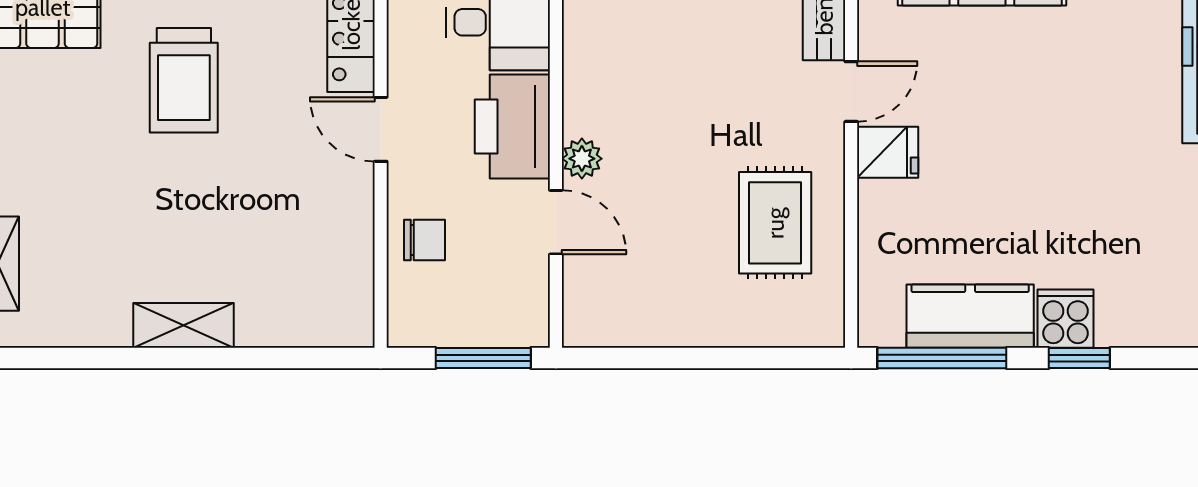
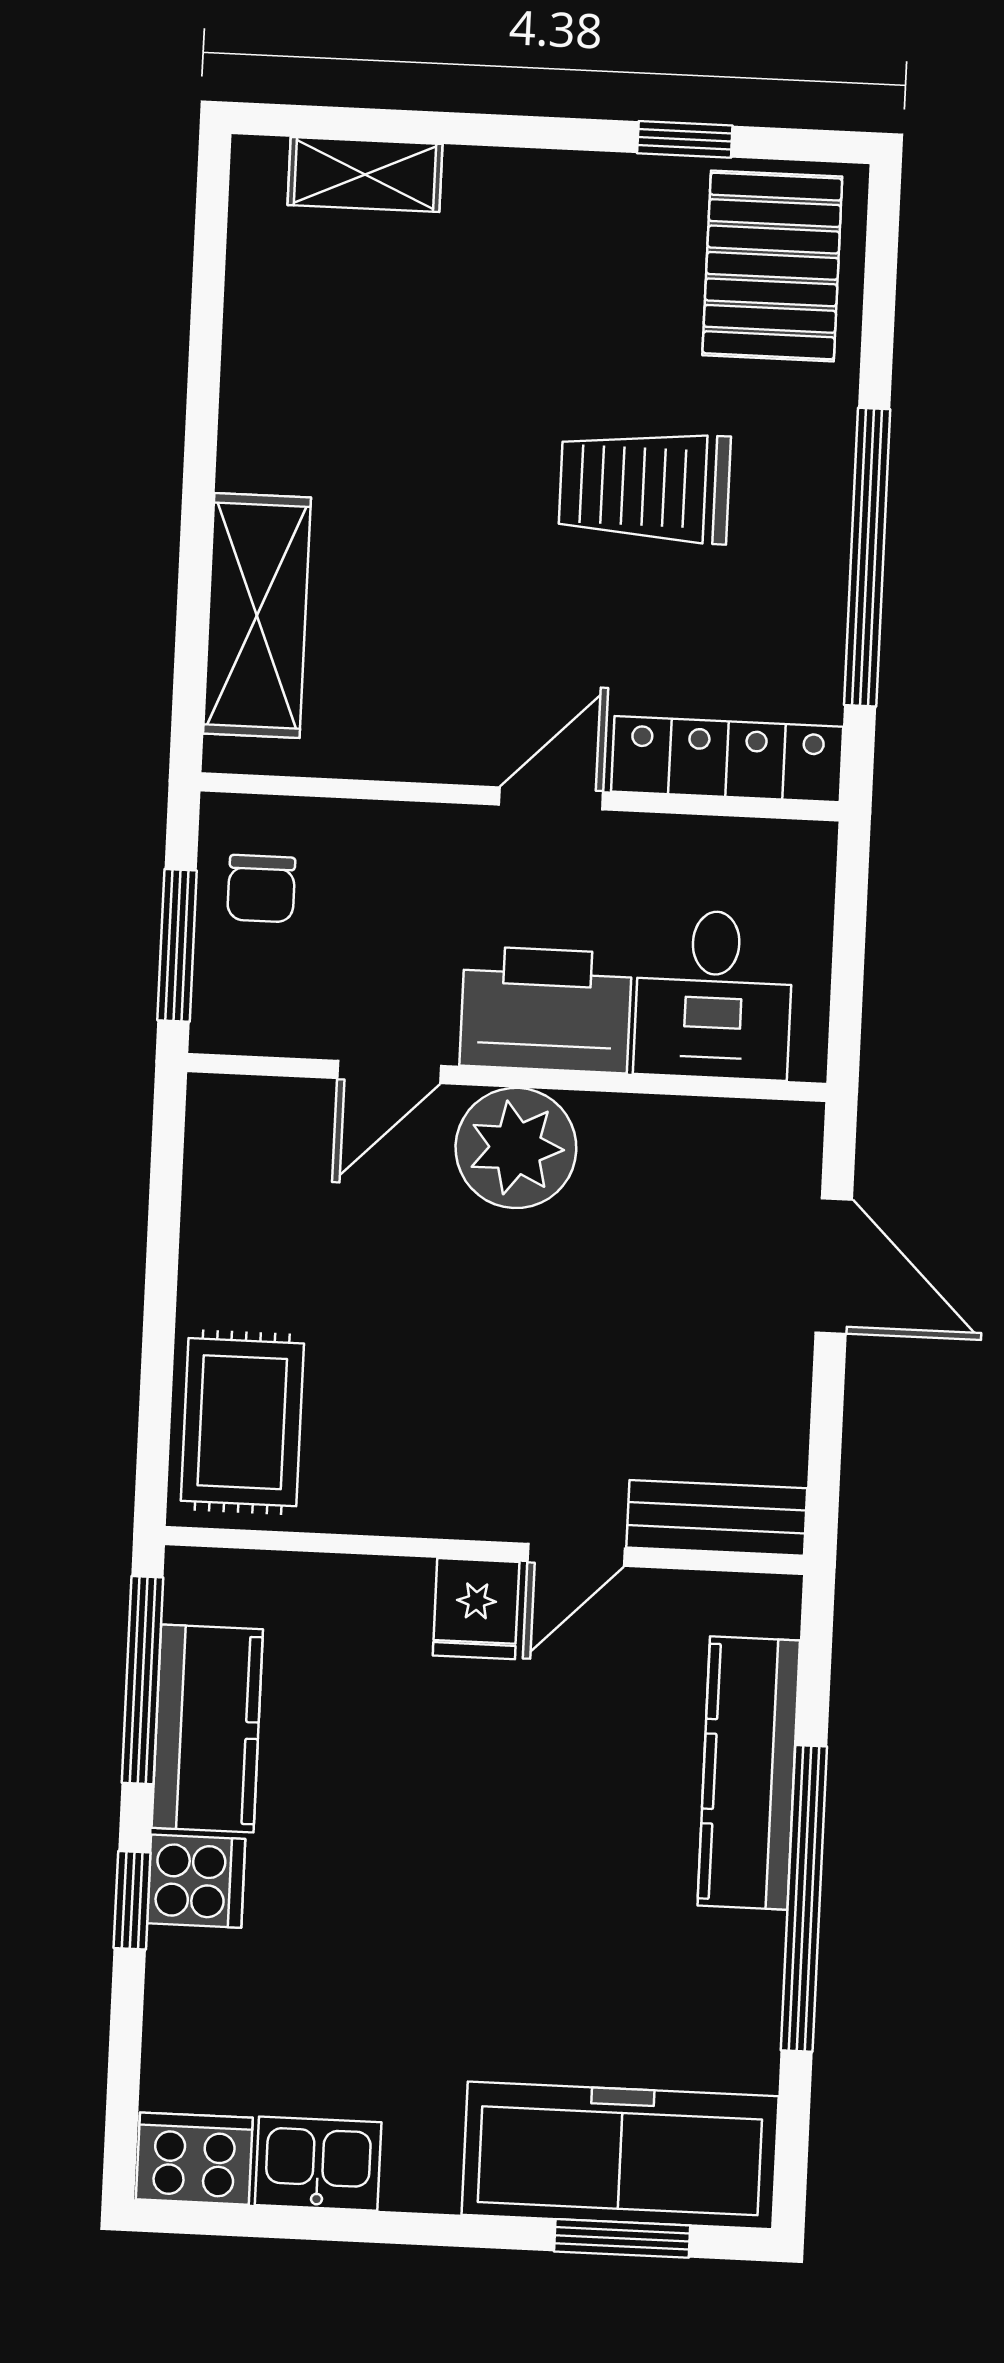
door: (851, 92) -> (576, 1555), hinge flipped
plant: (582, 159) -> (516, 1148), width x1.87, depth x1.87
rug: (775, 223) -> (242, 1422), moved, turned 90
chair: (424, 240) -> (261, 889), moved
shelving: (184, 325) -> (257, 616), moved, width x1.50, depth x1.33

